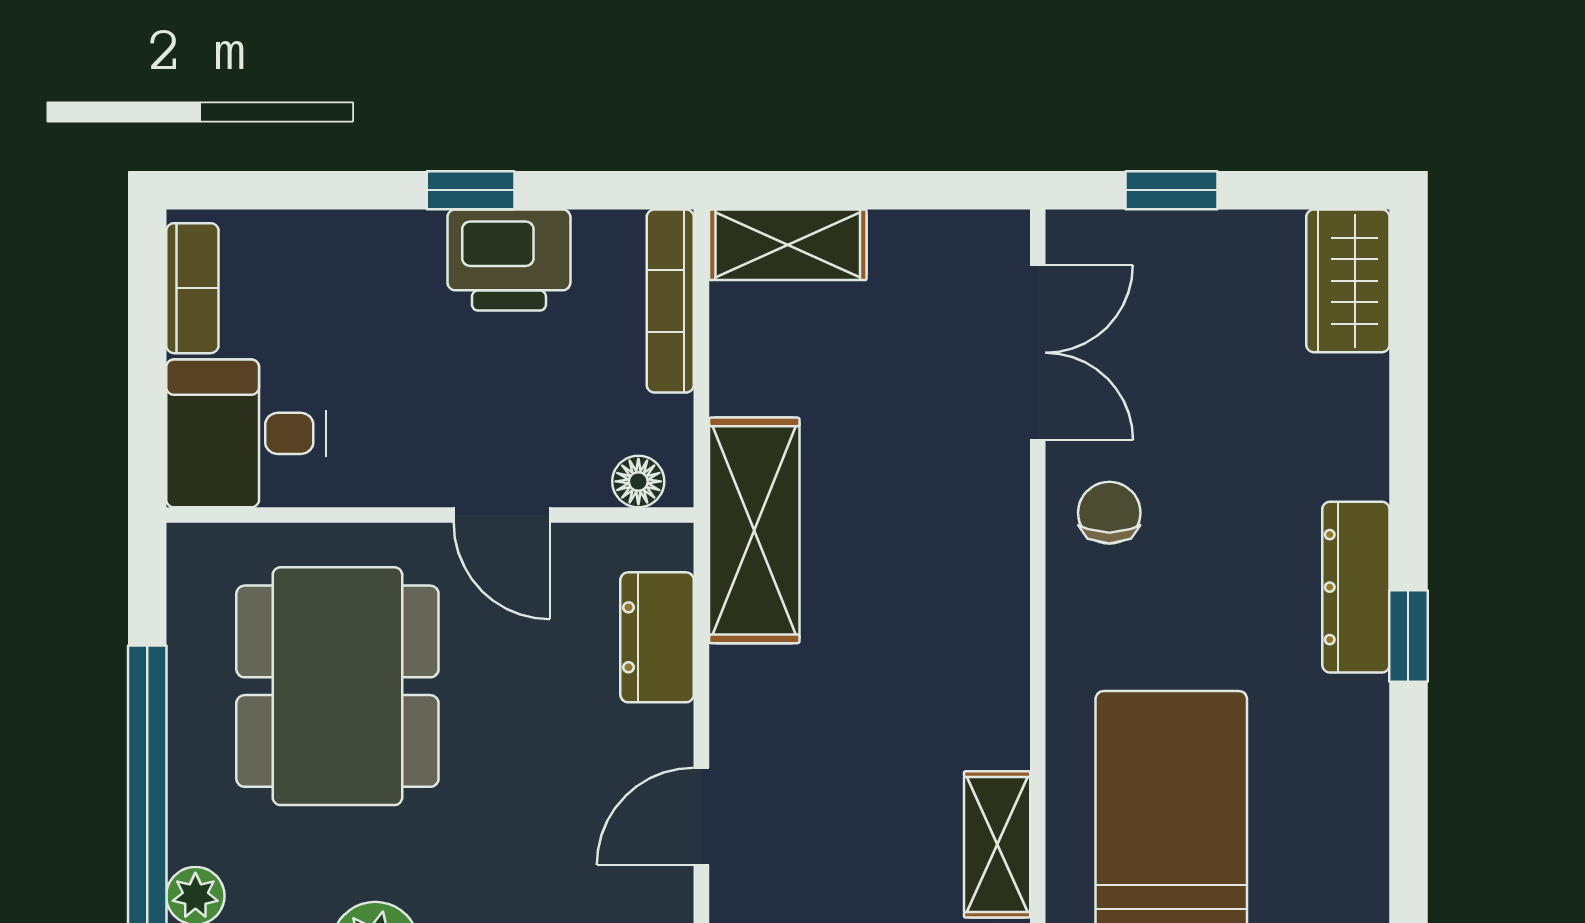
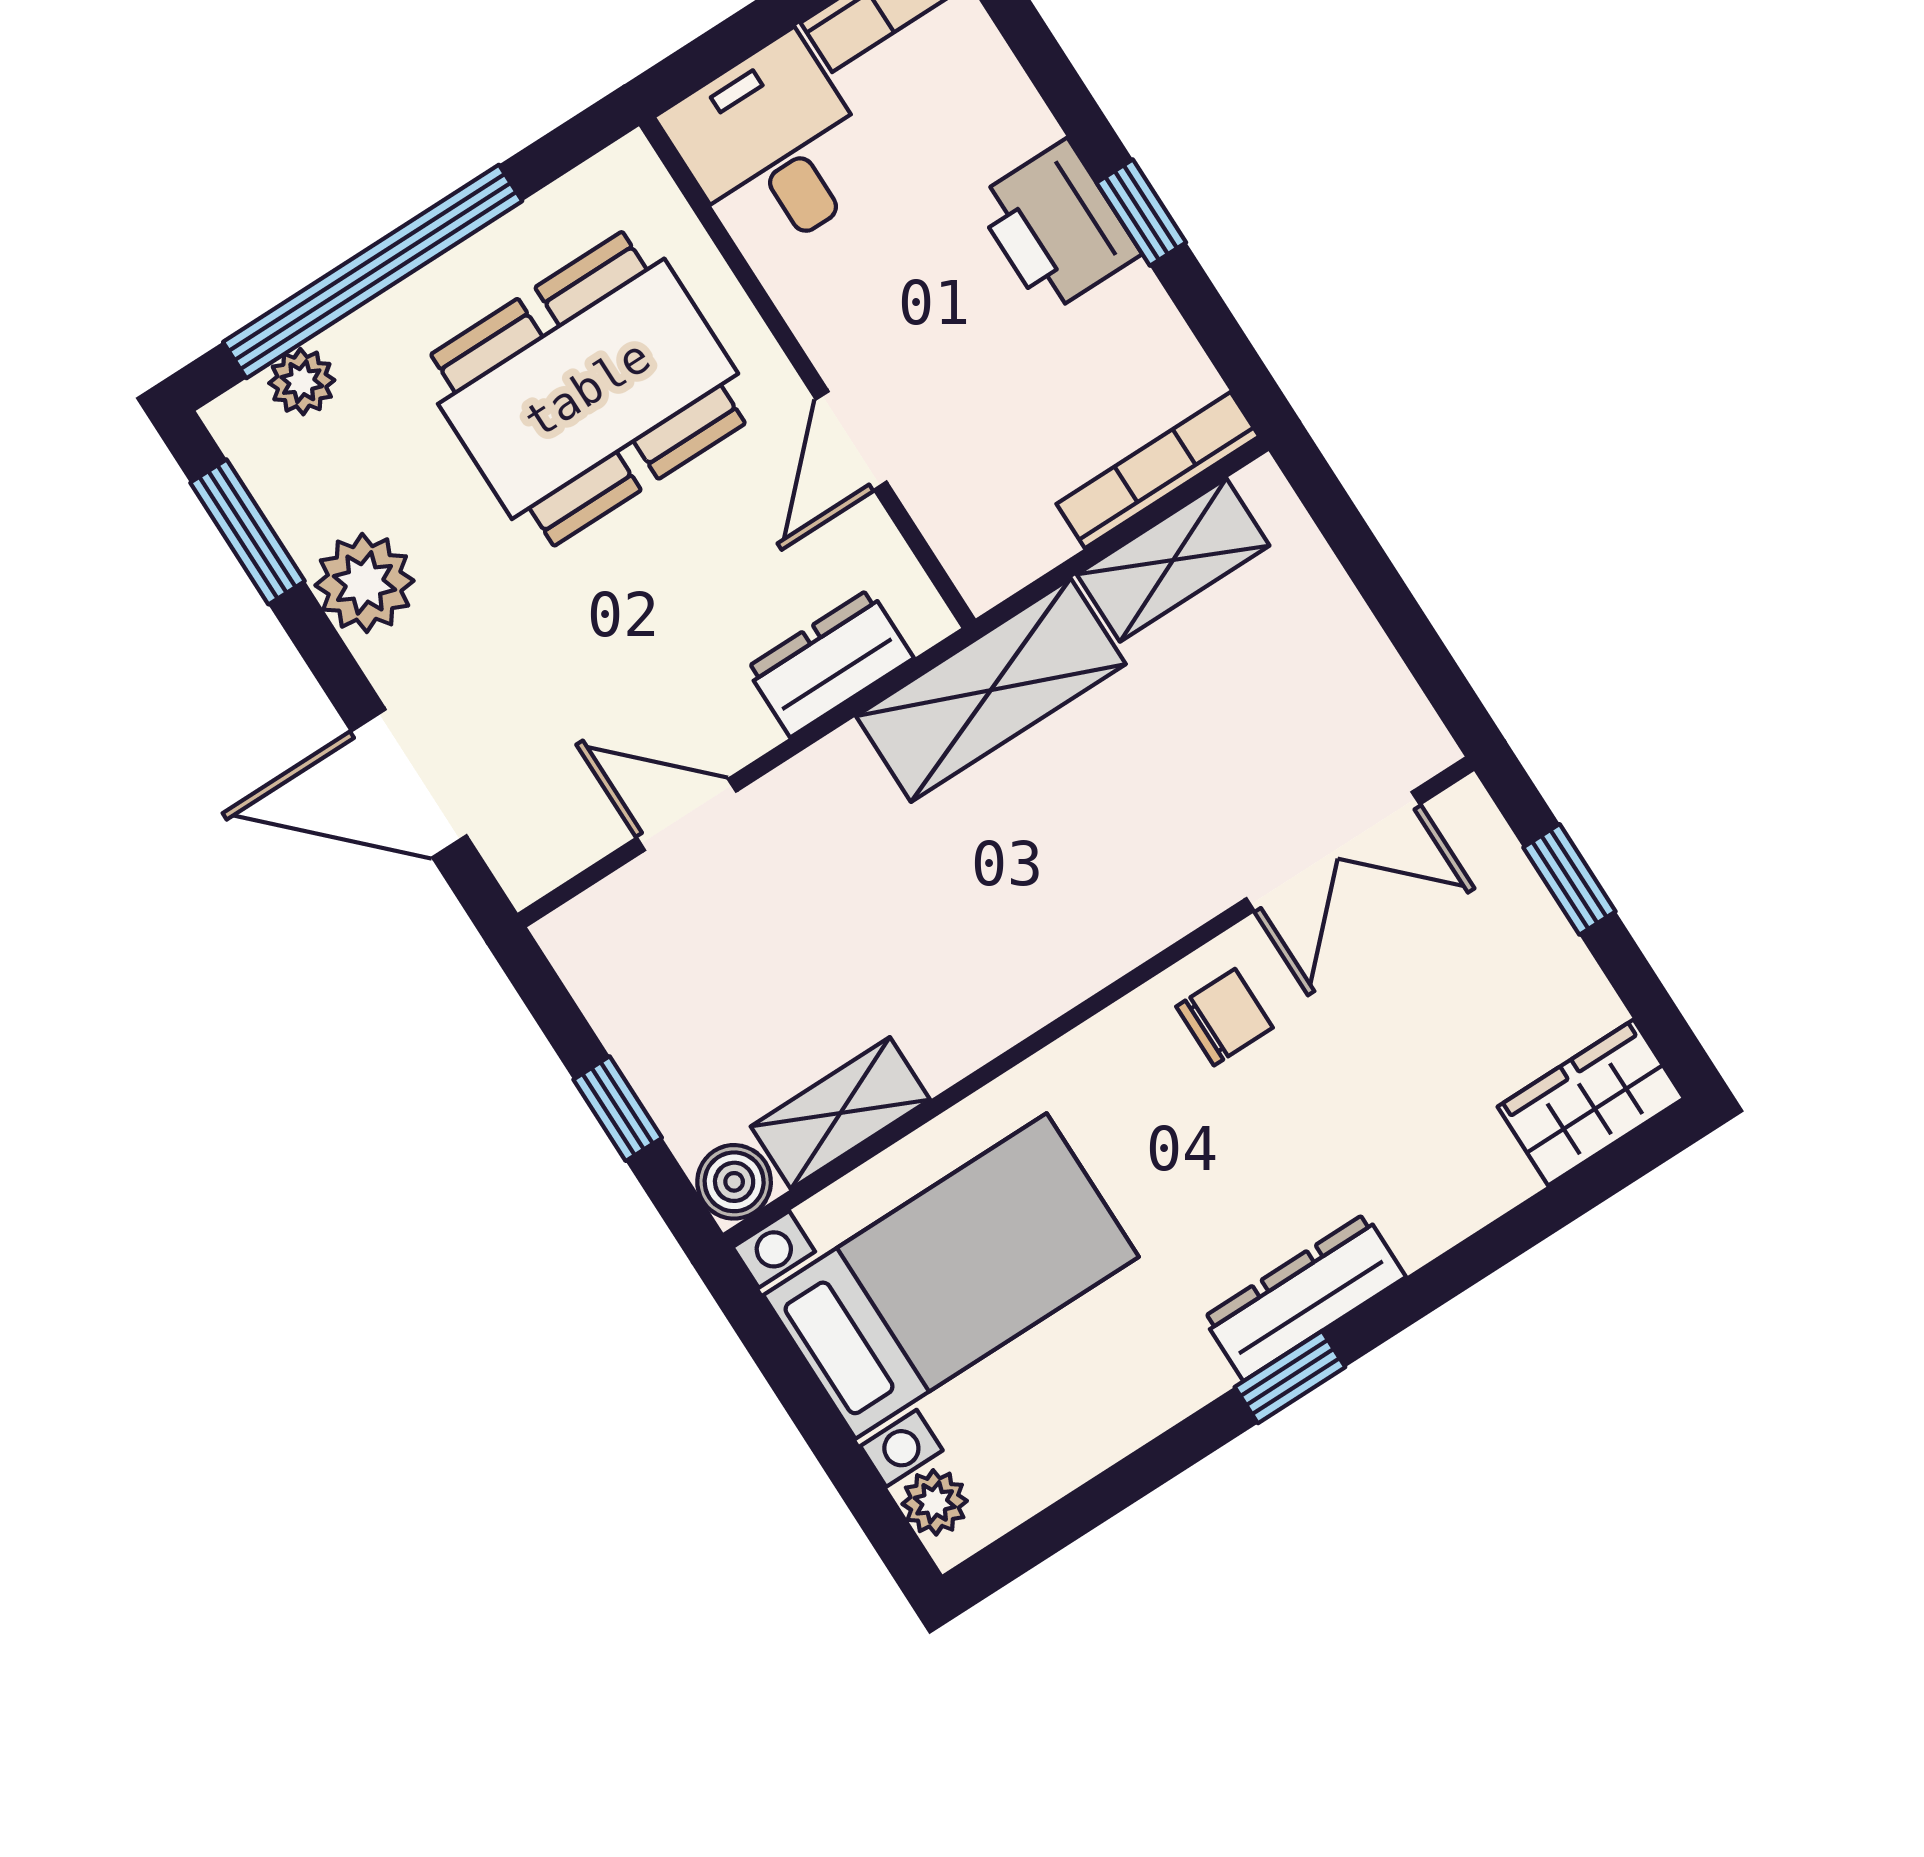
shelving: (788, 245) -> (1173, 560), moved, turned 90
printer: (509, 260) -> (1057, 227), moved
floor lamp: (638, 481) -> (967, 550), removed

